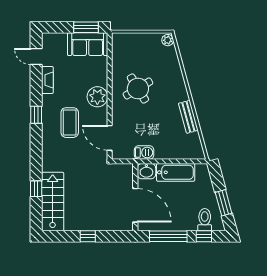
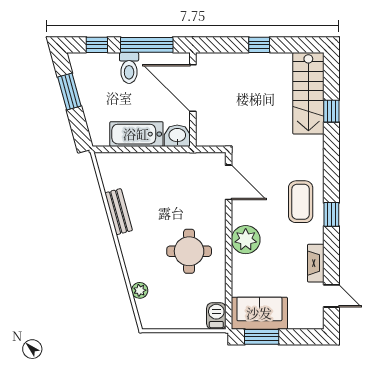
plant: (168, 40) -> (140, 290), moved
round table: (138, 88) -> (189, 251), turned 31
coffee table: (70, 123) -> (301, 202), moved
barbecue: (144, 153) -> (216, 316), moved, turned 90
toilet: (205, 220) -> (129, 68), moved

